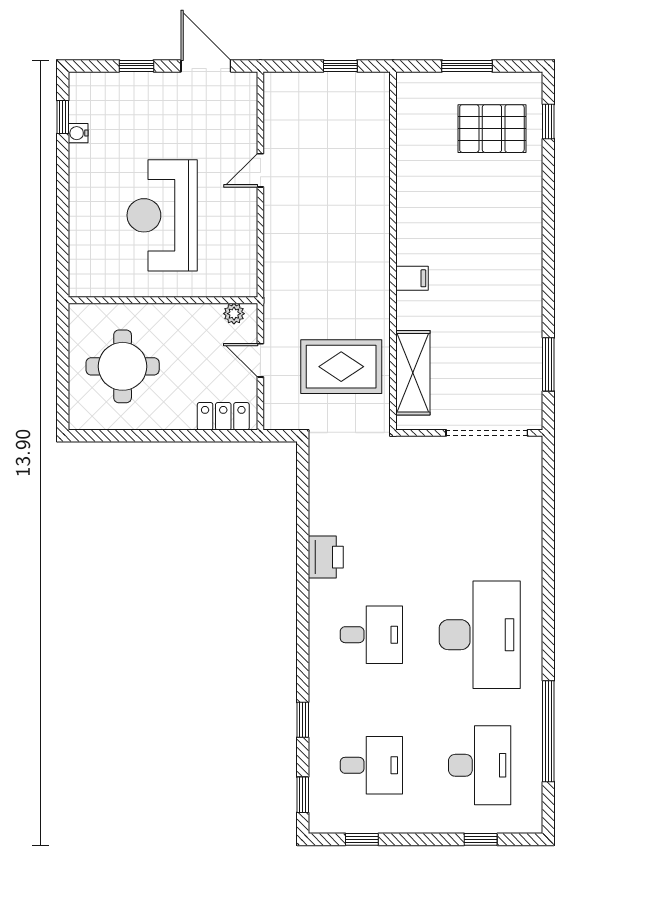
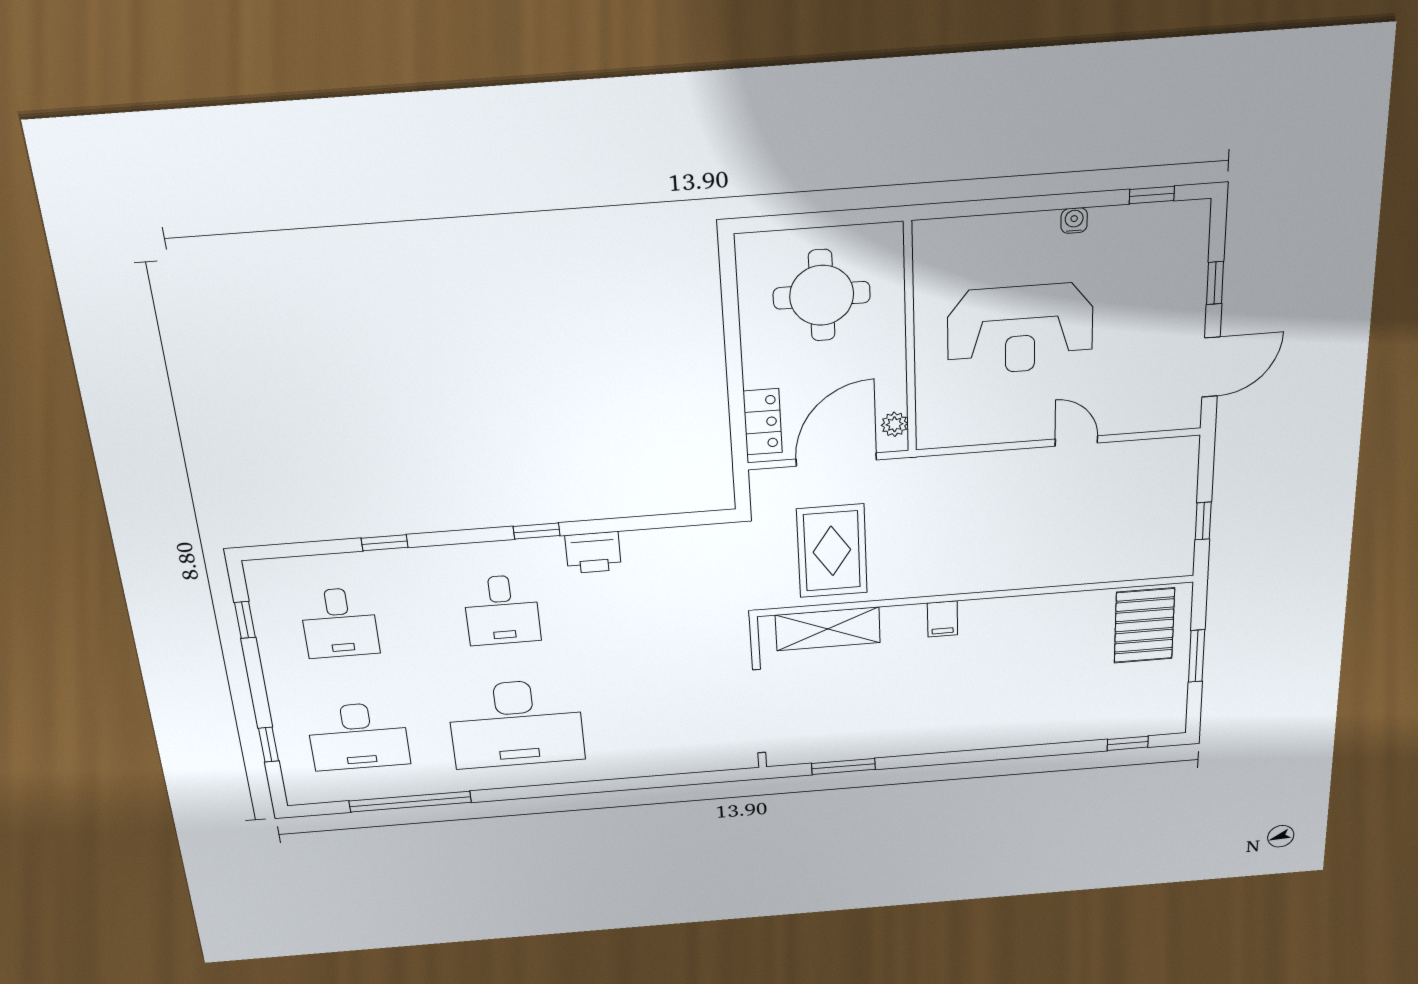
pallet: (492, 129) -> (1144, 625), moved
water cooler: (78, 133) -> (1074, 221), moved
reception desk: (162, 215) -> (1020, 329), turned 180
door: (260, 360) -> (836, 459), width x1.88
window: (303, 795) -> (537, 531), moved

